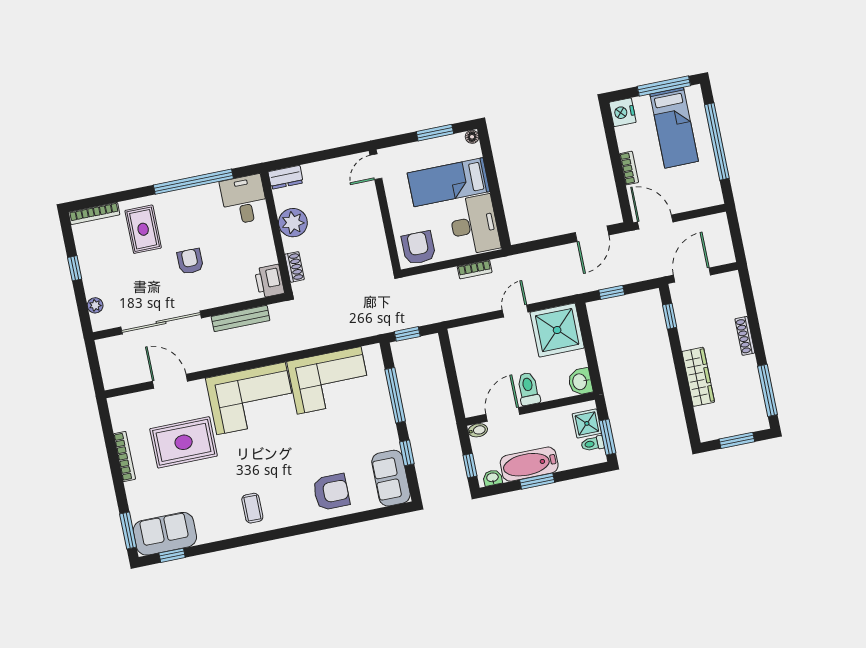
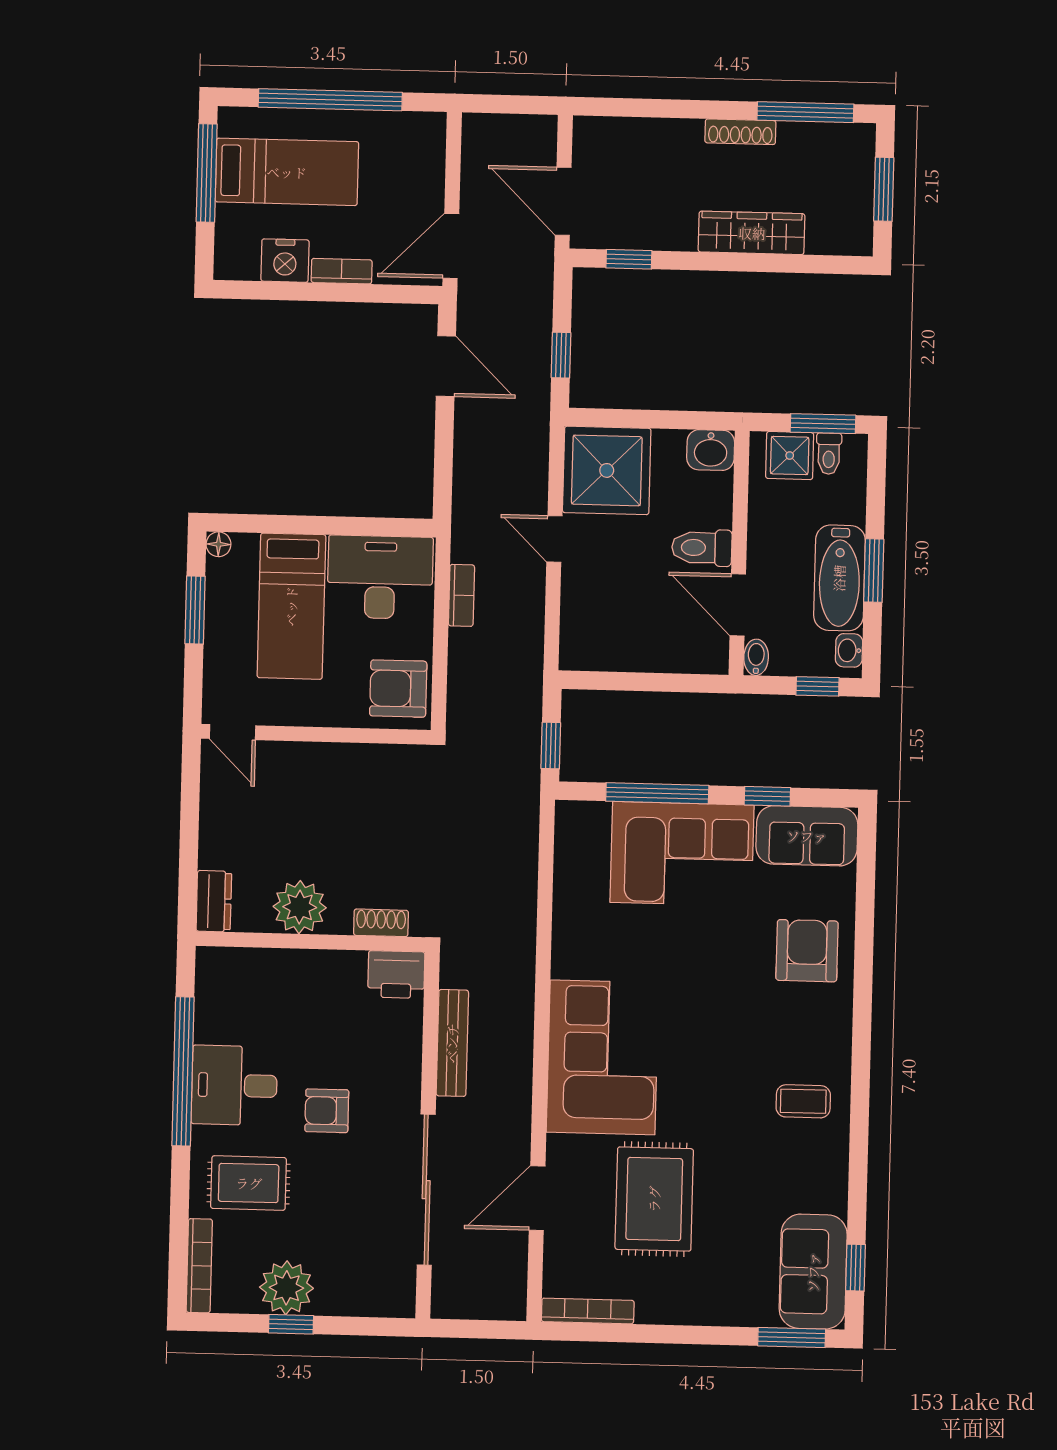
nightstand: (623, 112) -> (285, 261), moved
desk: (244, 200) -> (234, 1085), moved
plant: (95, 305) -> (286, 1288), moved, width x1.87, depth x1.87
shoe rack: (745, 336) -> (740, 132), moved
corner sofa: (329, 380) -> (682, 854), moved, turned 90
bookcase: (124, 456) -> (588, 1311), moved

